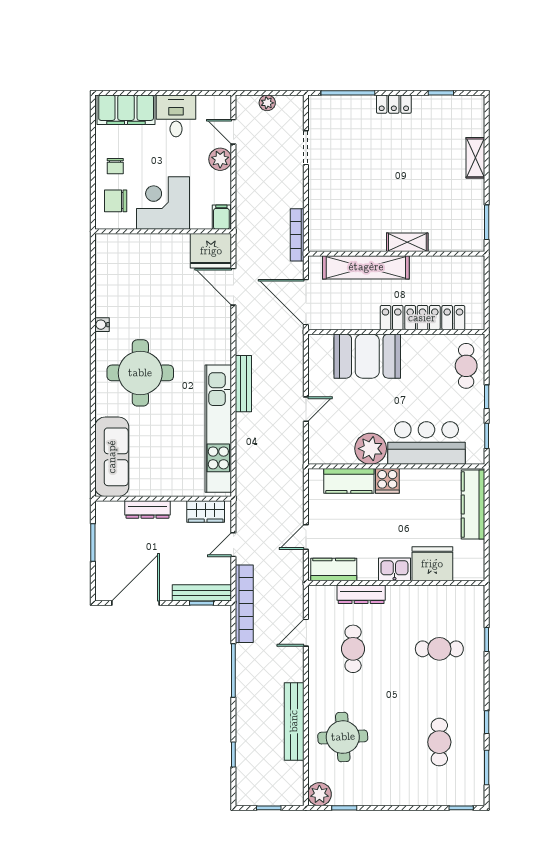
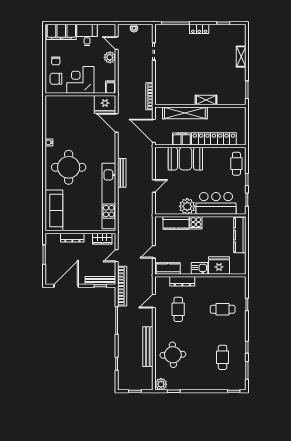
filing cabinet: (360, 318) -> (182, 139), added

